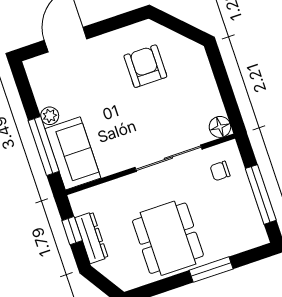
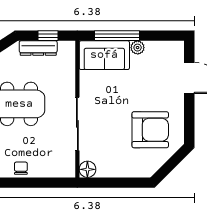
armchair: (145, 66) -> (150, 130), width x1.36, depth x1.36
chair: (220, 171) -> (21, 168), moved
window: (261, 194) -> (28, 183), removed

